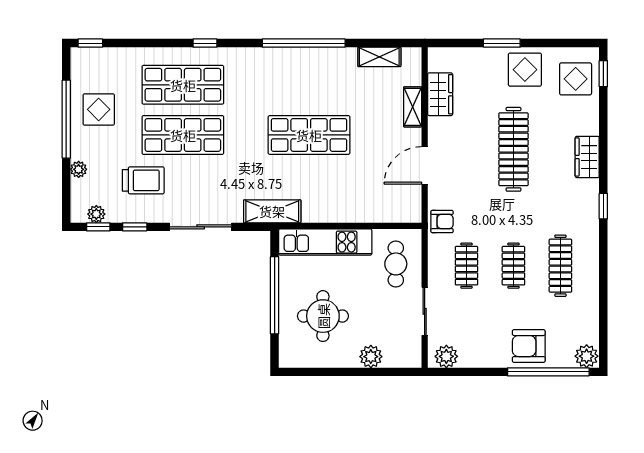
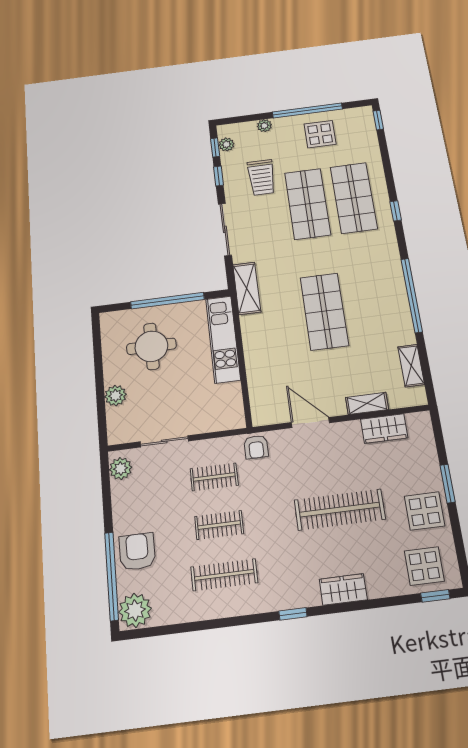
cafe table: (396, 264) -> (209, 408), removed
plant: (587, 356) -> (135, 610), width x1.36, depth x1.36

